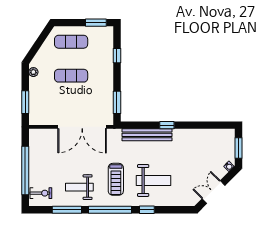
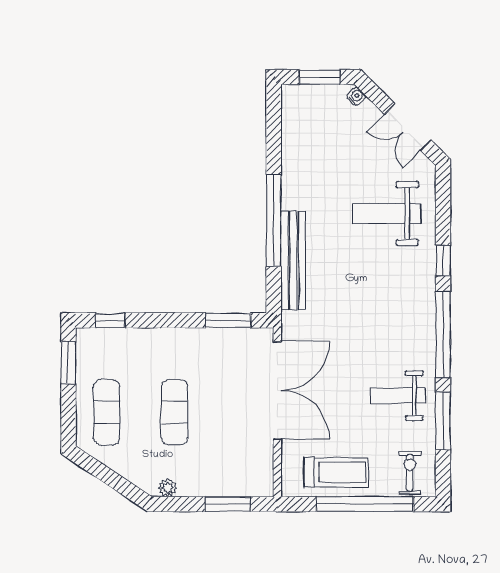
window: (117, 56) -> (110, 320), moved
window: (167, 125) -> (274, 221), width x3.17
treadmill: (116, 179) -> (336, 472), moved
weight bench: (153, 180) -> (387, 213), moved, turned -90
weight bench: (79, 187) -> (398, 396), turned 90

